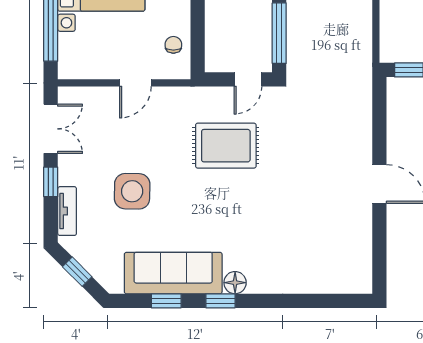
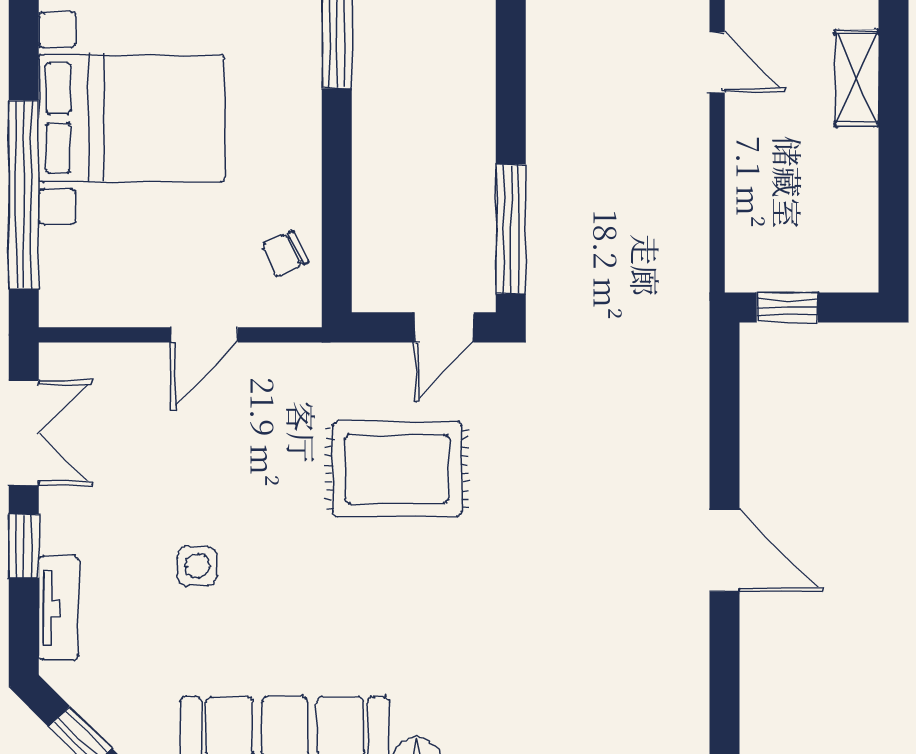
chair: (173, 45) -> (285, 254), turned -116
side table: (132, 191) -> (197, 566), width x0.54, depth x0.54

